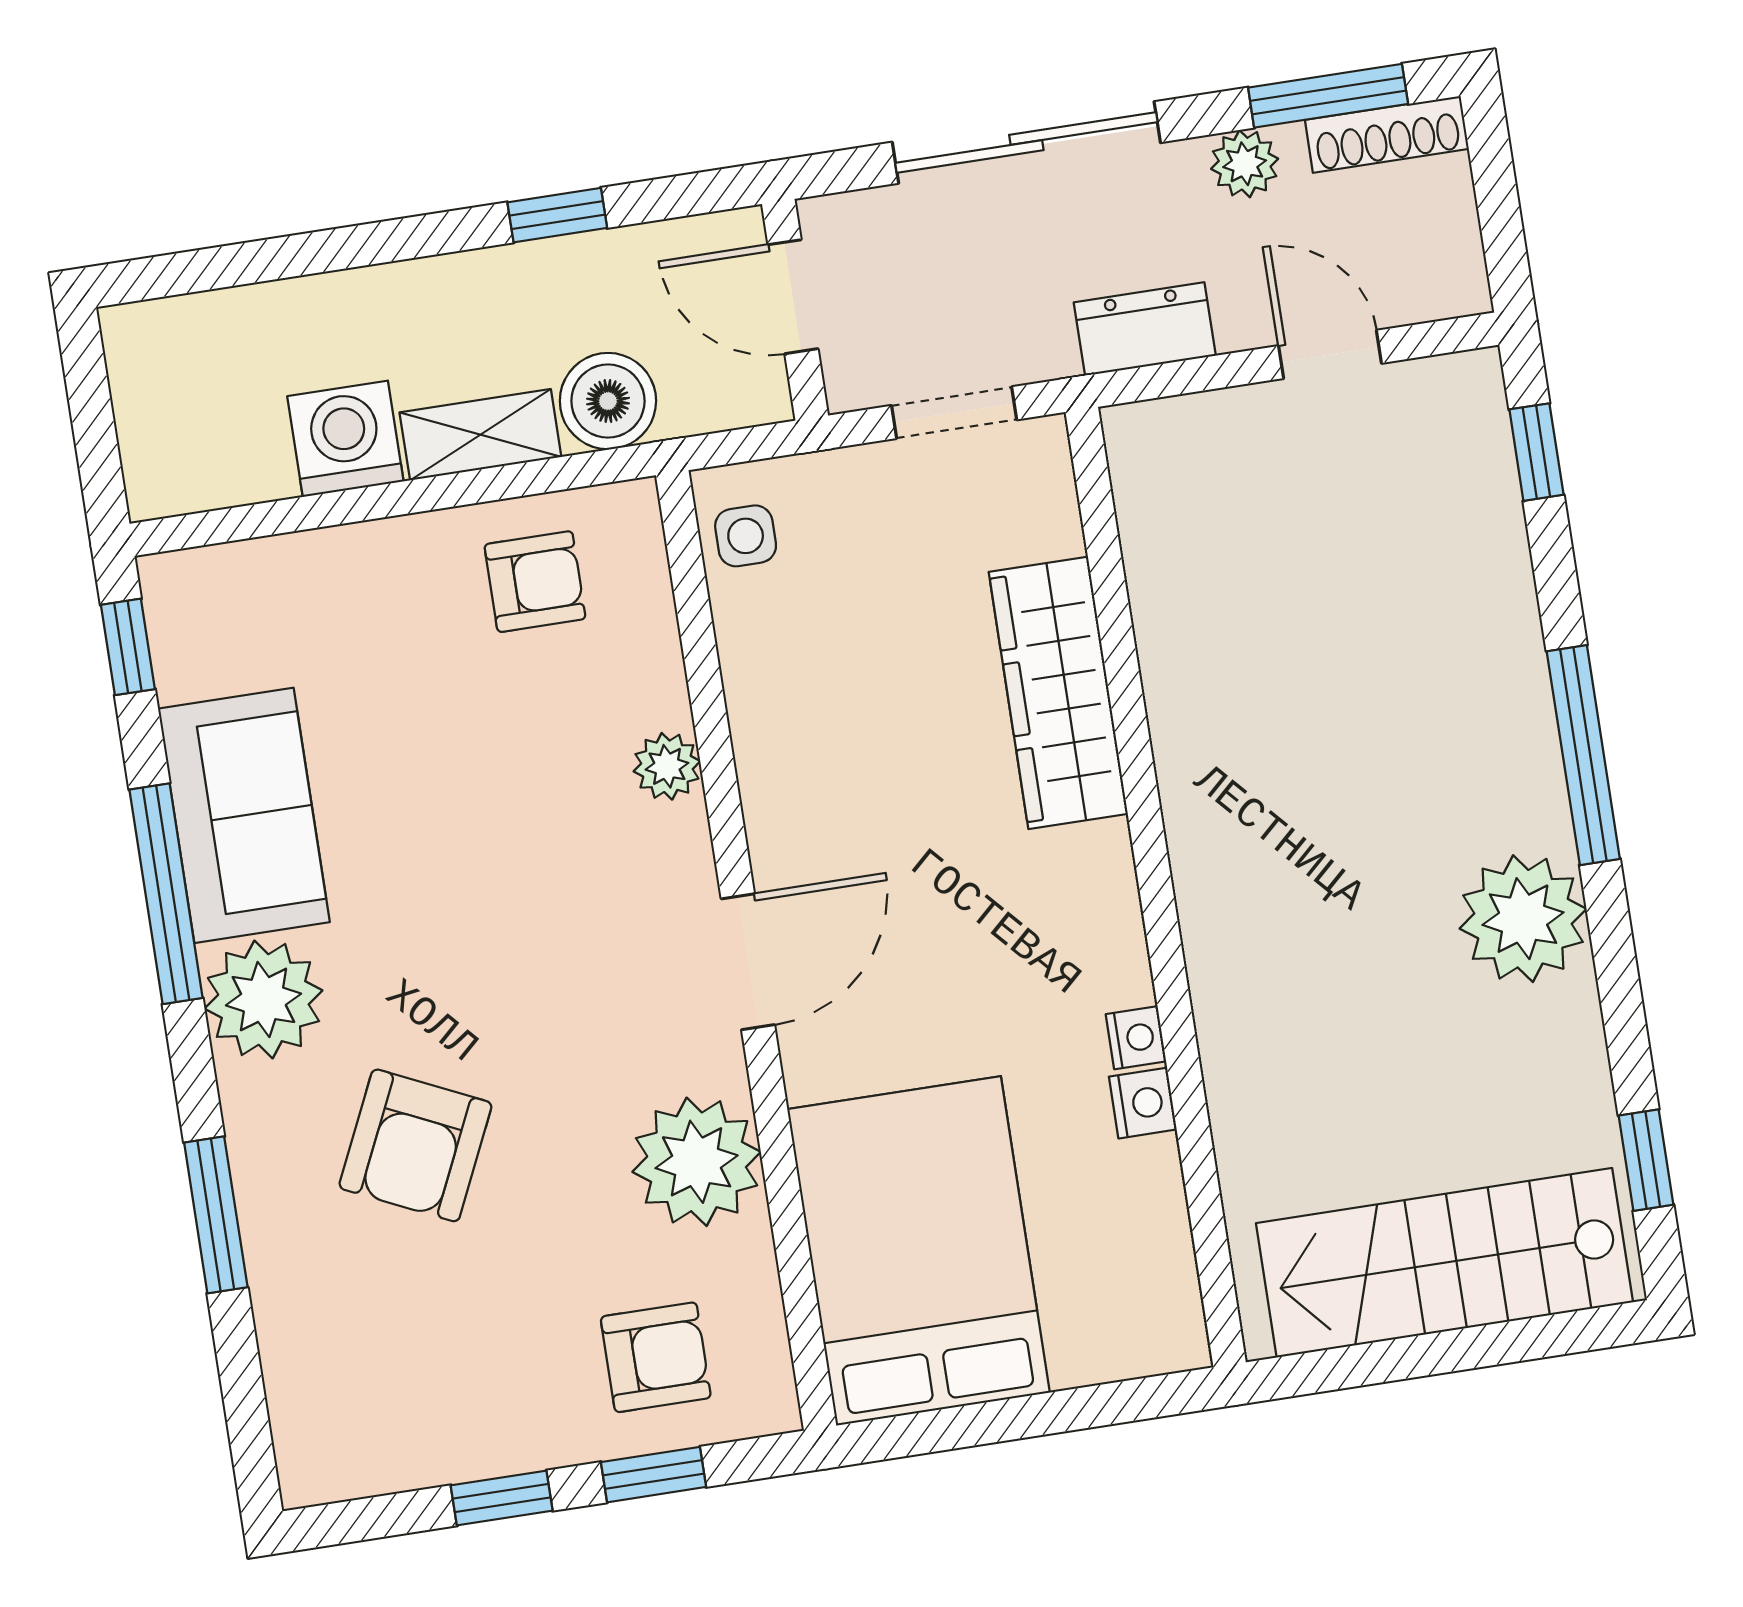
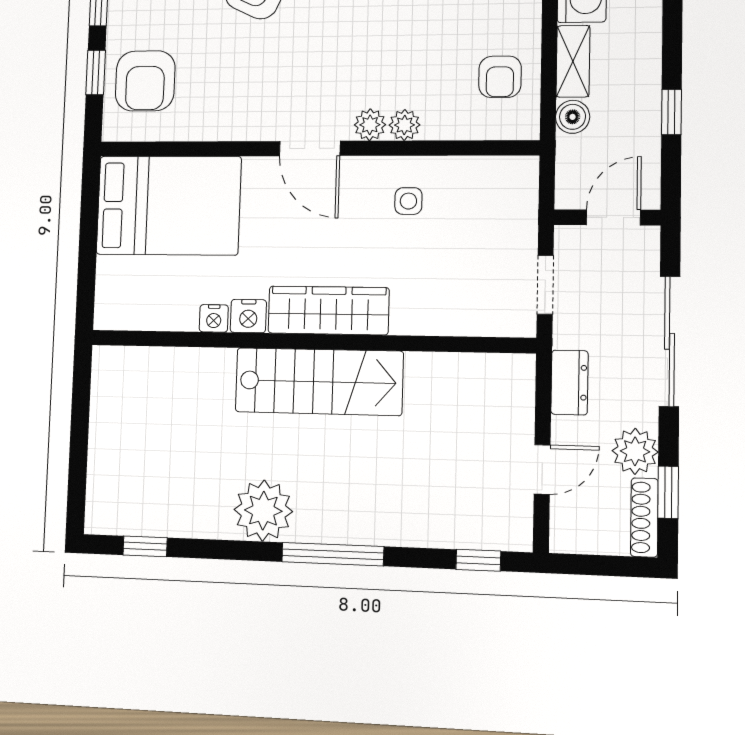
window: (1328, 96) -> (668, 492), width x0.67
plant: (1245, 164) -> (635, 451), width x1.38, depth x1.38
boiler: (608, 401) -> (573, 117), width x0.73, depth x0.73
side table: (746, 536) -> (408, 201), moved
wardrobe: (1058, 693) -> (328, 310), moved
nightstand: (1136, 1038) -> (248, 316), width x1.39, depth x1.35
plant: (697, 1162) -> (370, 125), moved, width x0.53, depth x0.53
stairs: (1444, 1263) -> (319, 382), moved, turned 90
armchair: (656, 1357) -> (145, 81), width x1.38, depth x1.38

